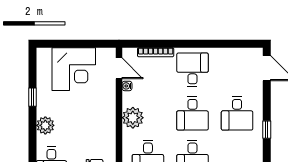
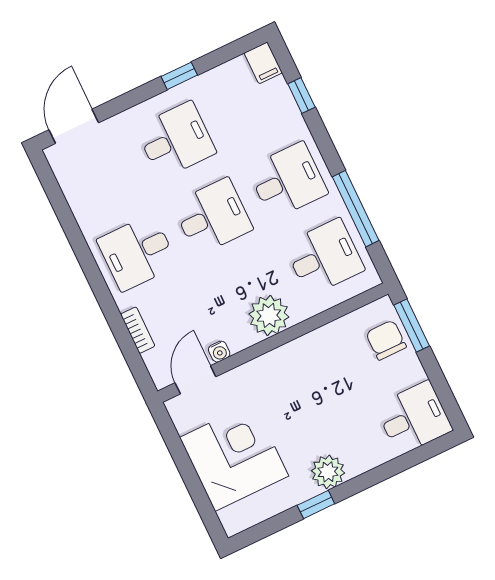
bookcase: (156, 52) -> (138, 330), width x0.64
plant: (45, 125) -> (328, 472), moved

